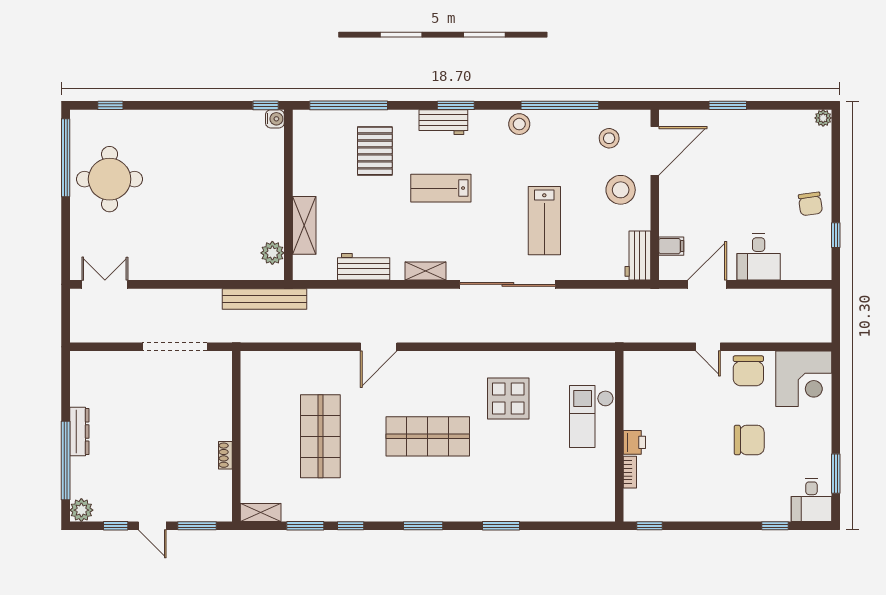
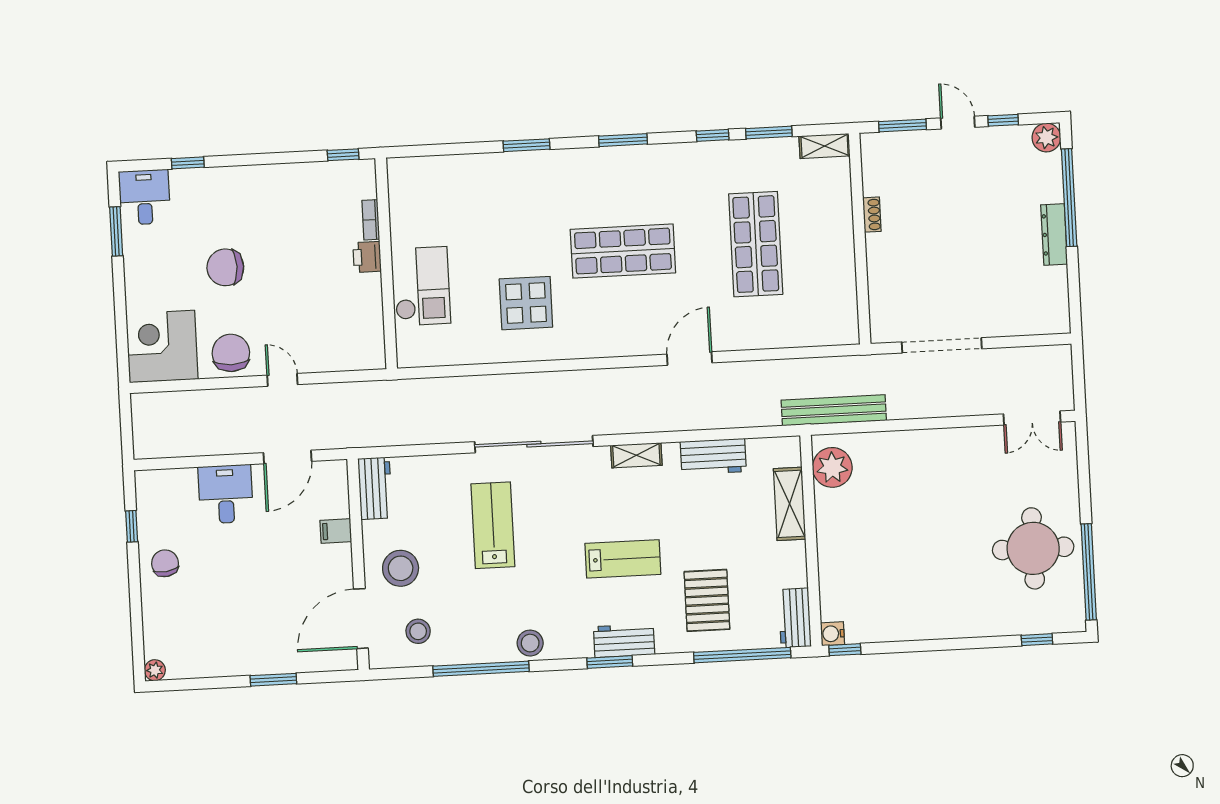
workbench: (305, 133) -> (795, 618), added
filing cabinet: (671, 246) -> (336, 531), moved
plant: (272, 253) -> (832, 467), width x1.36, depth x1.36

